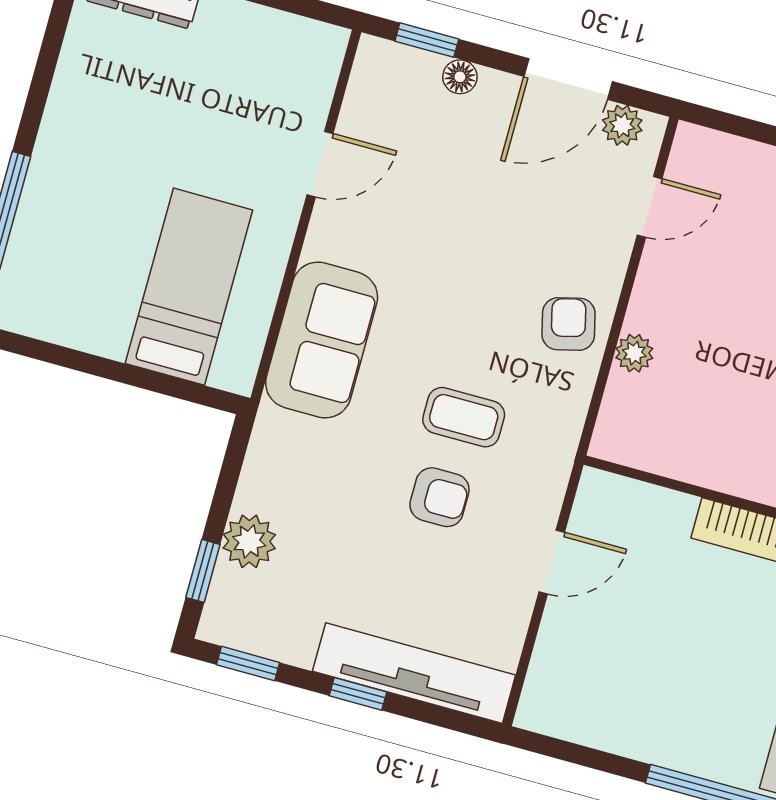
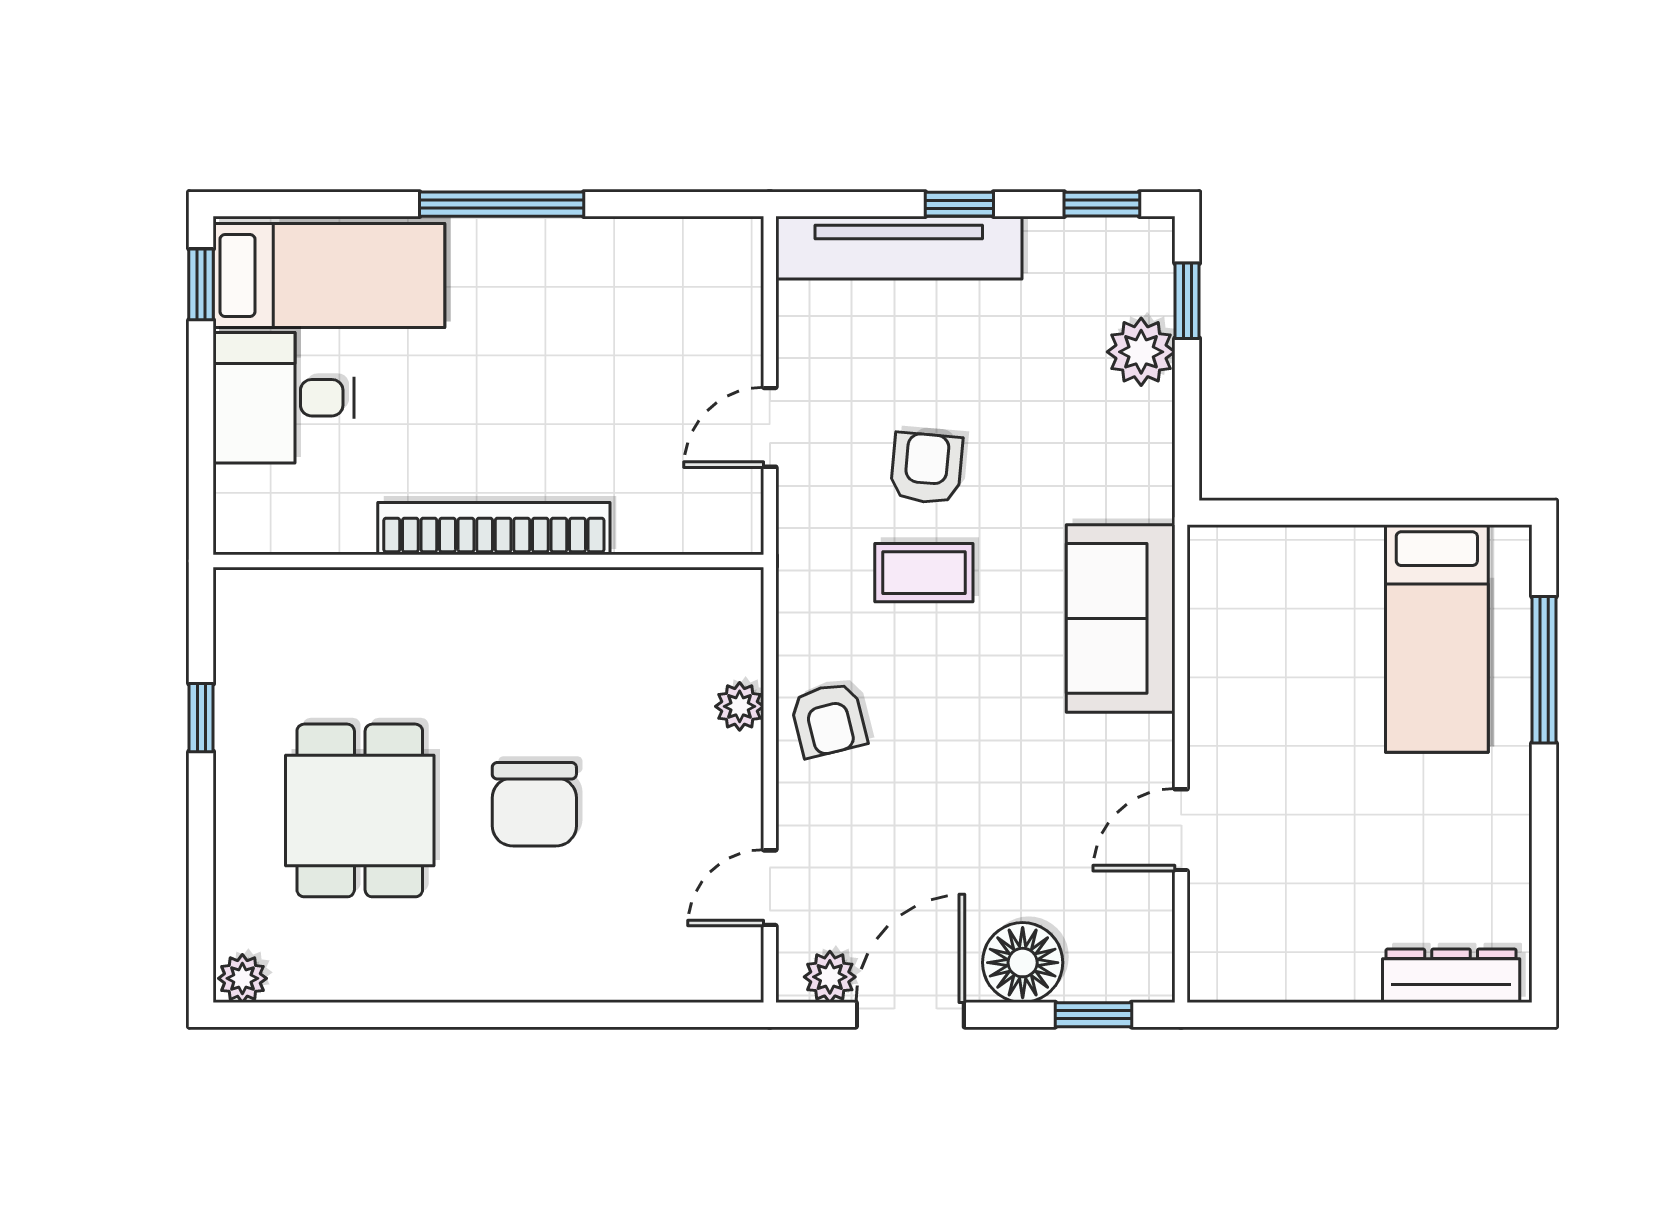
floor lamp: (460, 77) -> (1023, 963), width x1.89, depth x1.89
bed: (189, 287) -> (1437, 639), moved
armchair: (440, 497) -> (926, 468), turned 95

